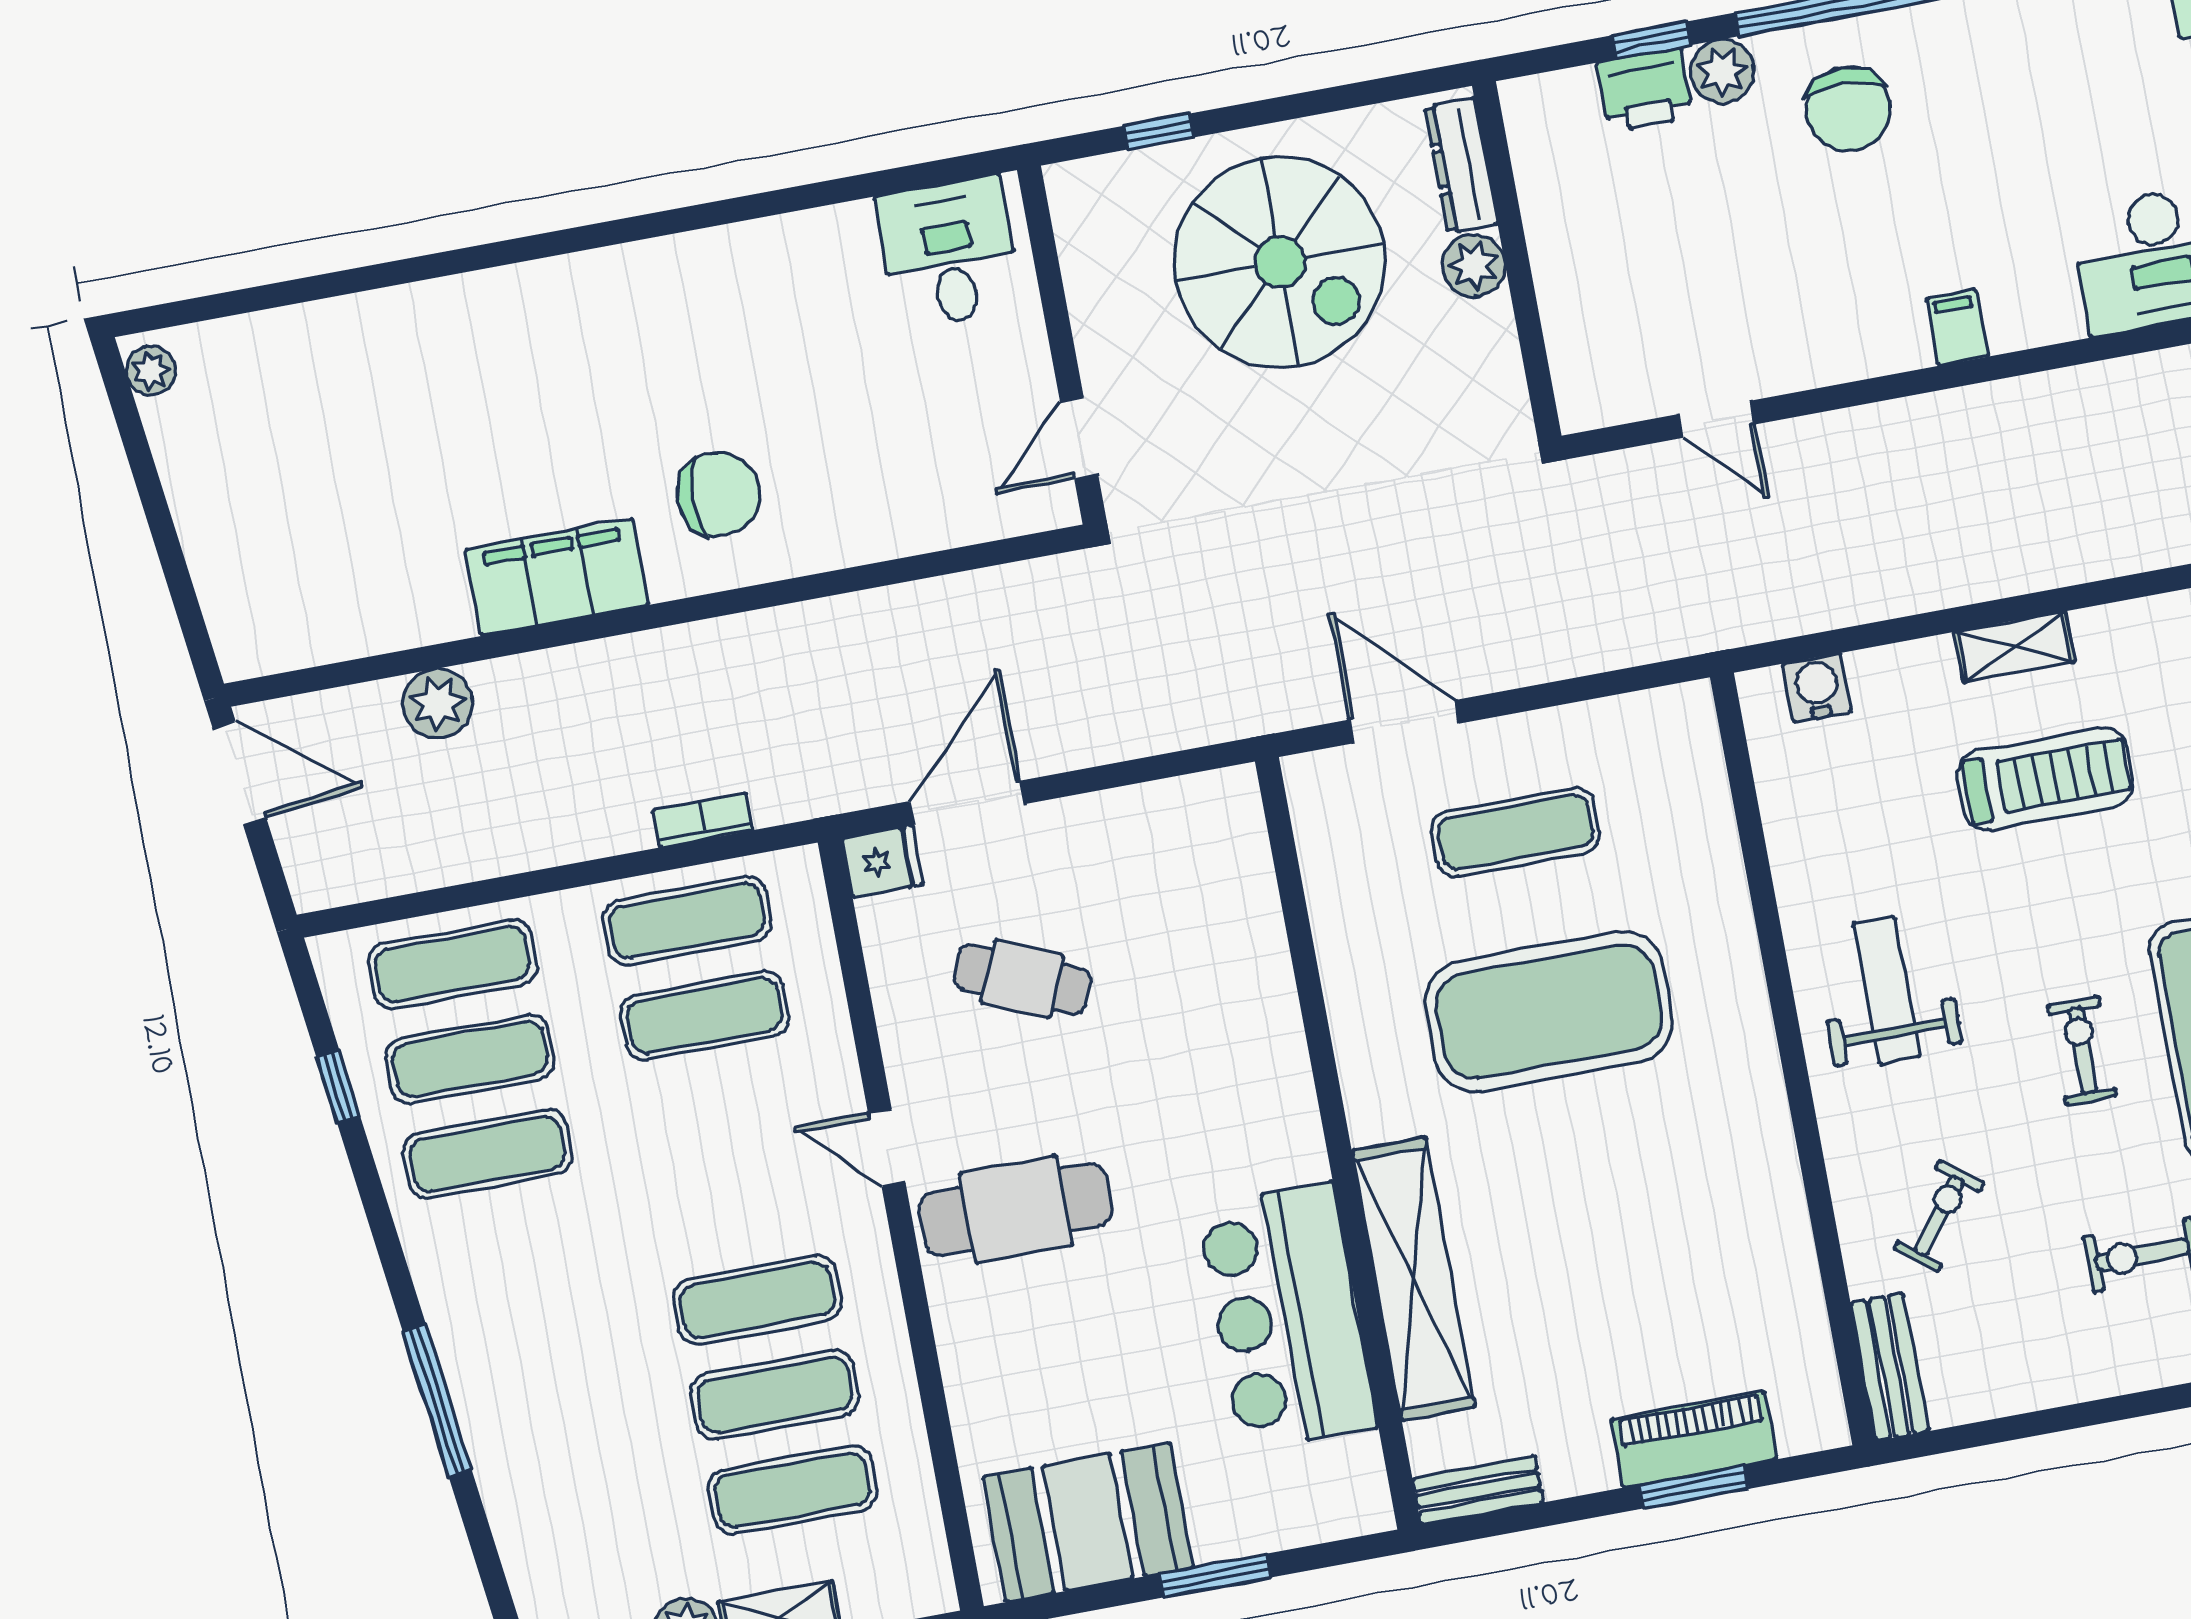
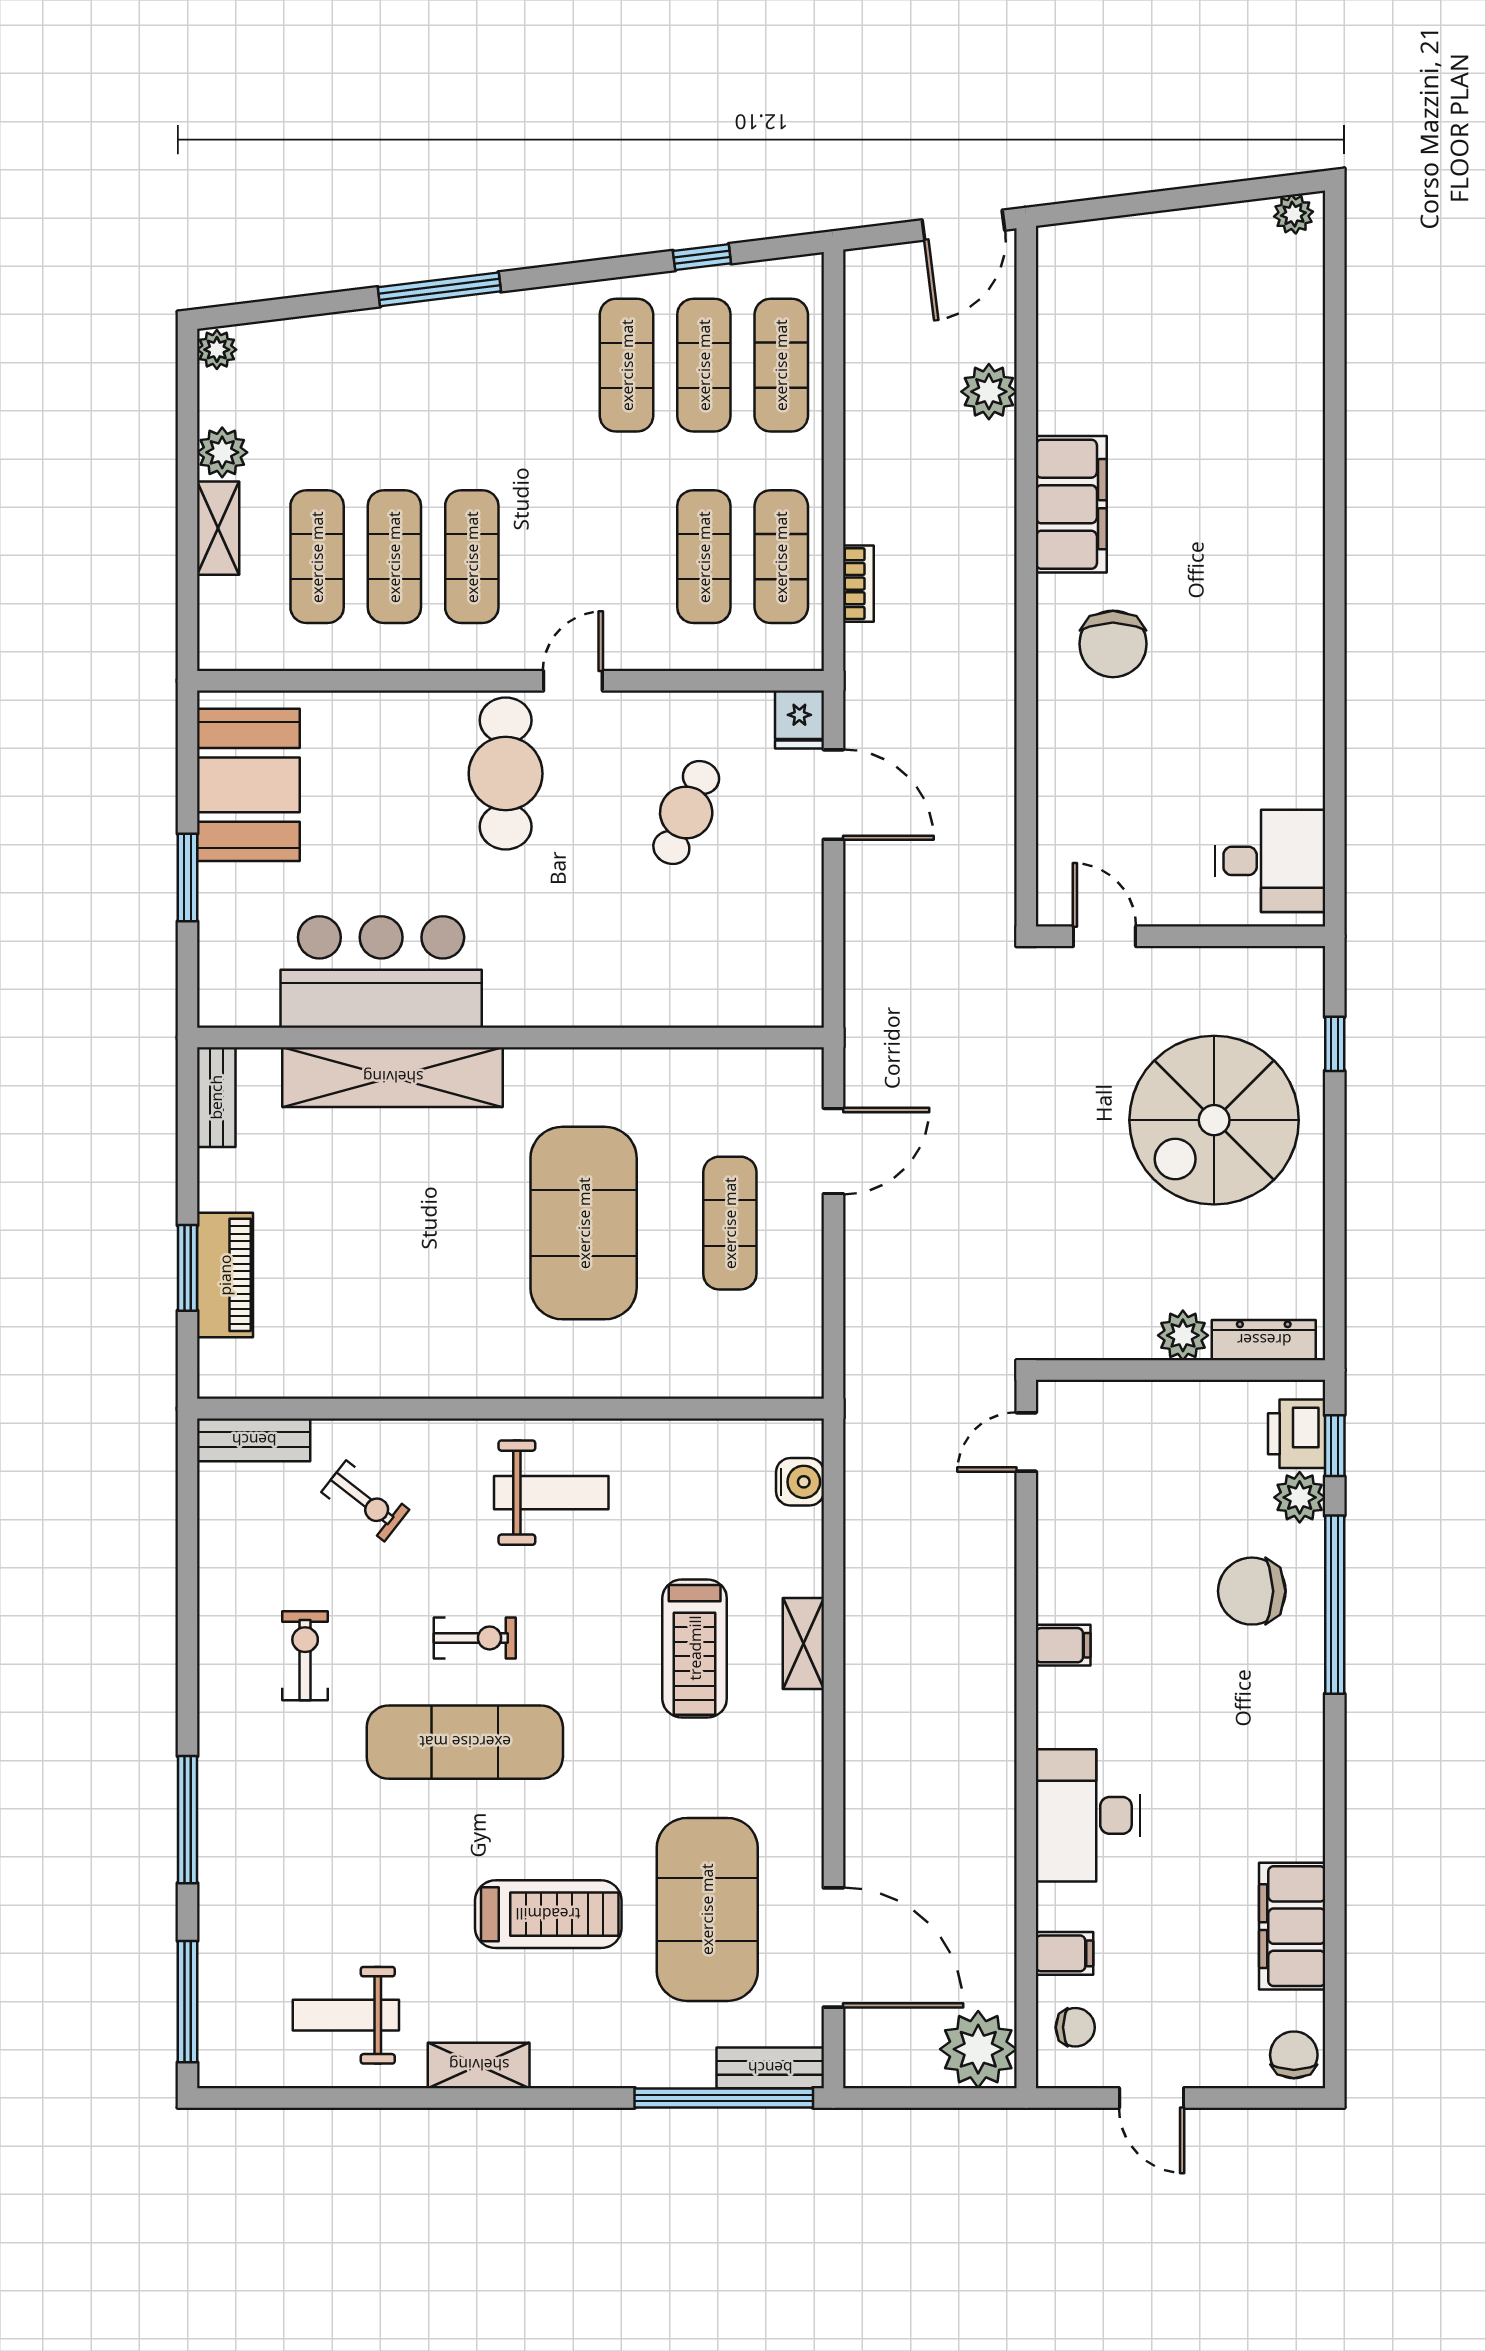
dresser: (1461, 165) -> (1264, 1340), moved
wall: (1517, 261) -> (1180, 1370), moved
plant: (1474, 266) -> (1183, 1335), moved

